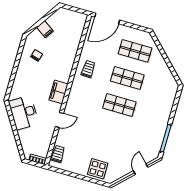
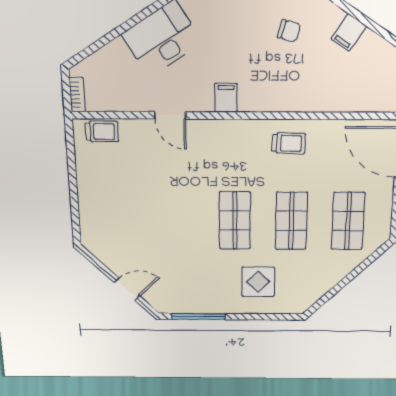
filing cabinet: (59, 92) -> (226, 98), width x0.50
display table: (98, 169) -> (258, 282), moved

